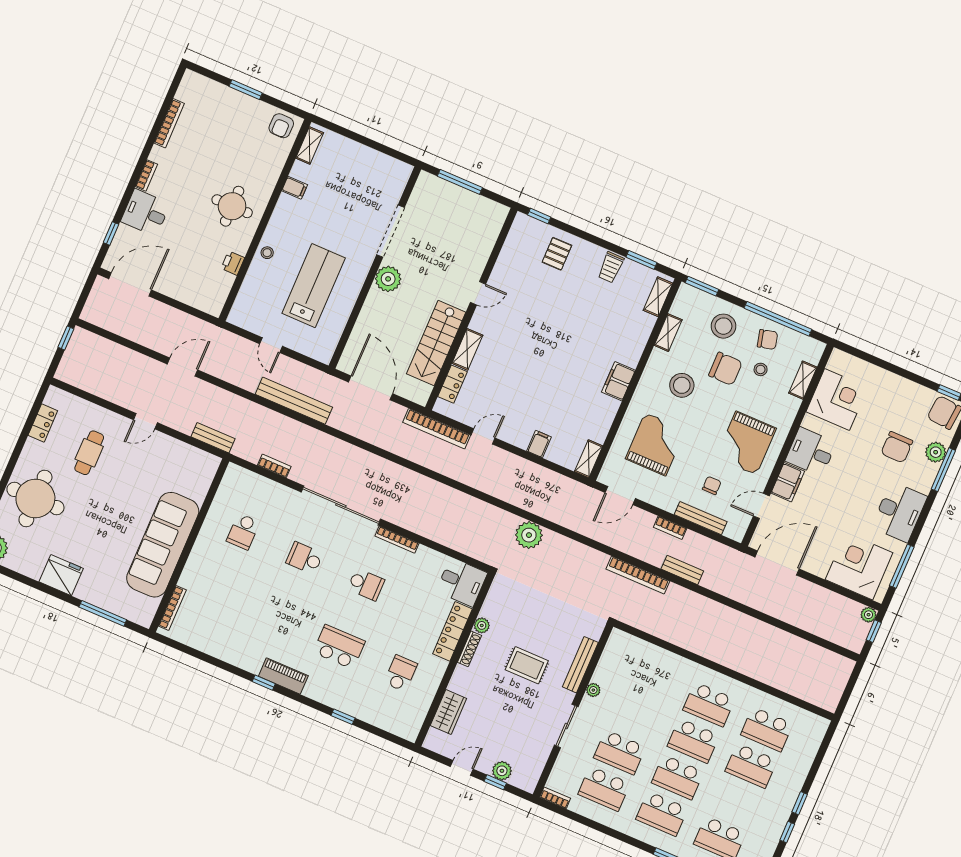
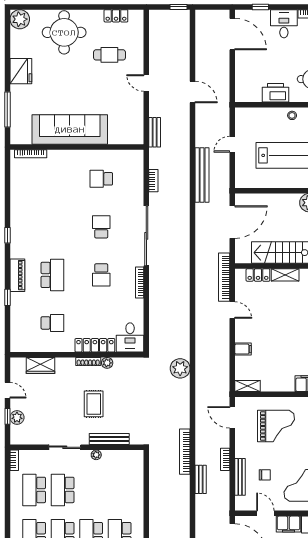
printer: (233, 263) -> (275, 93), width x1.87, depth x1.48
piano: (283, 676) -> (17, 275), moved

